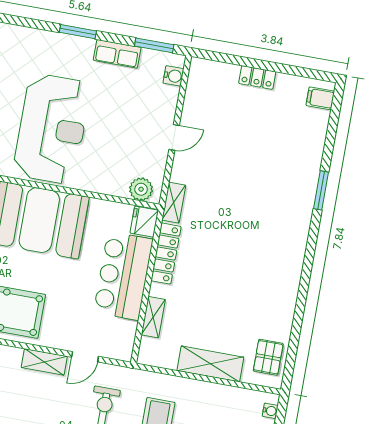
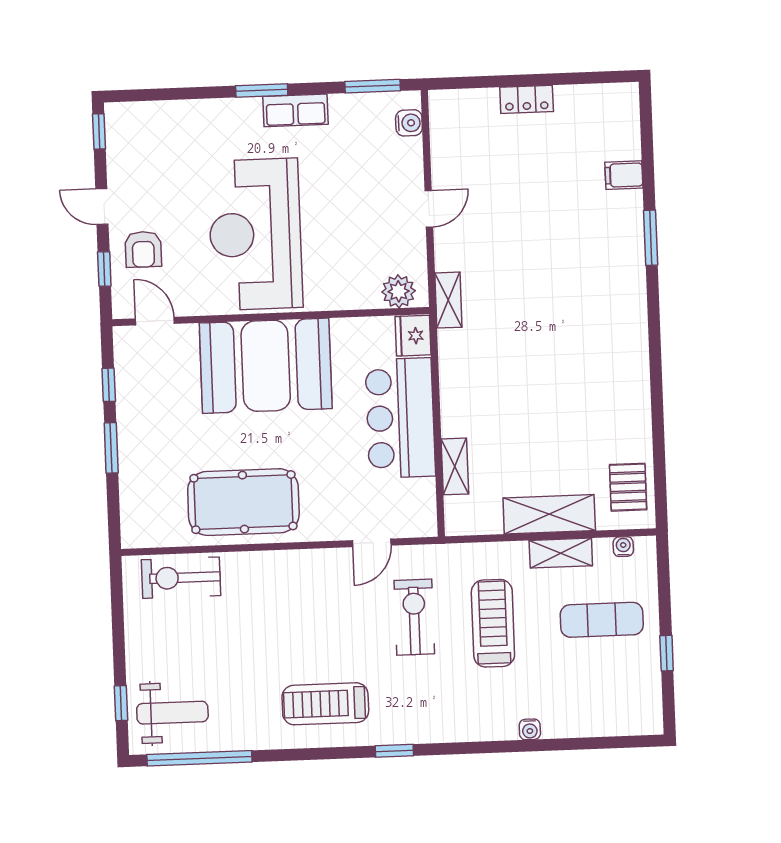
row of seats: (117, 54) -> (296, 110), moved
filing cabinet: (320, 98) -> (624, 175), moved
reception desk: (52, 129) -> (255, 234), turned 180
locker: (166, 254) -> (453, 374), removed
shelving: (44, 362) -> (561, 553), moved
water cooler: (270, 411) -> (623, 547), moved, turned -90

